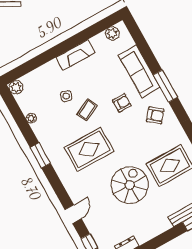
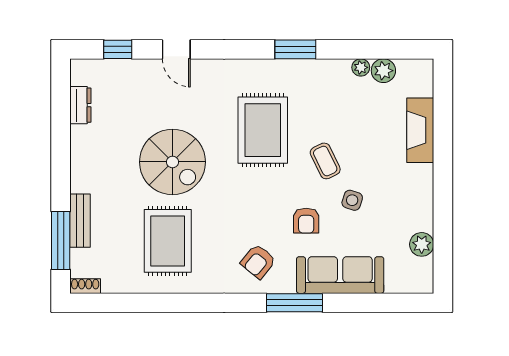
plant: (112, 33) -> (422, 244), moved
fireplace: (76, 55) -> (420, 130), moved
plant: (16, 87) -> (383, 71), moved
side table: (66, 96) -> (352, 200), moved

